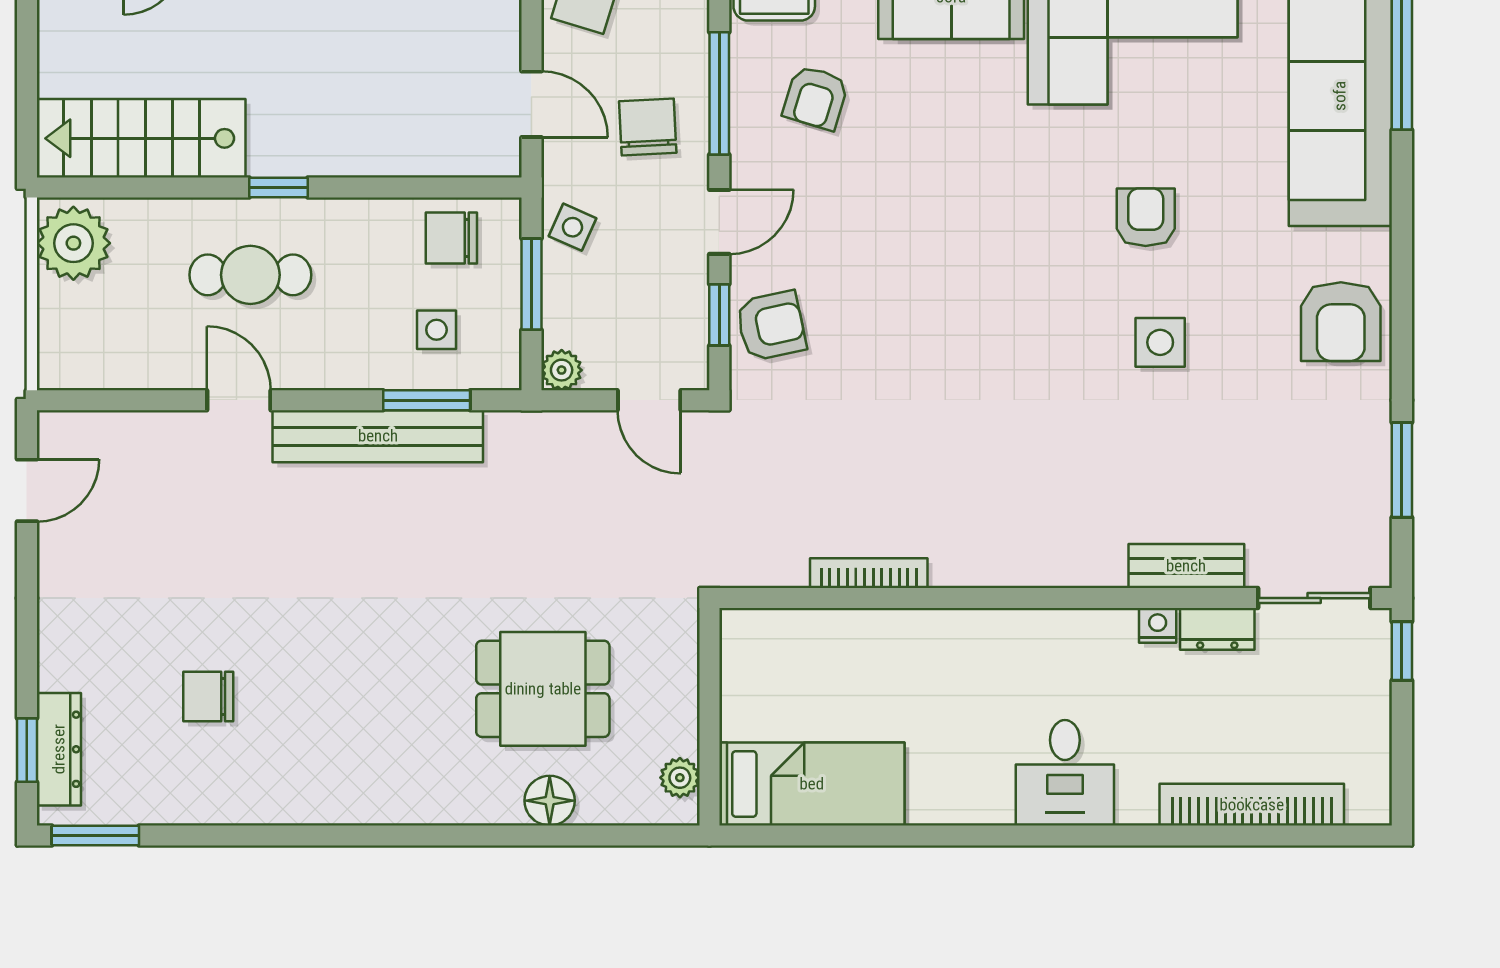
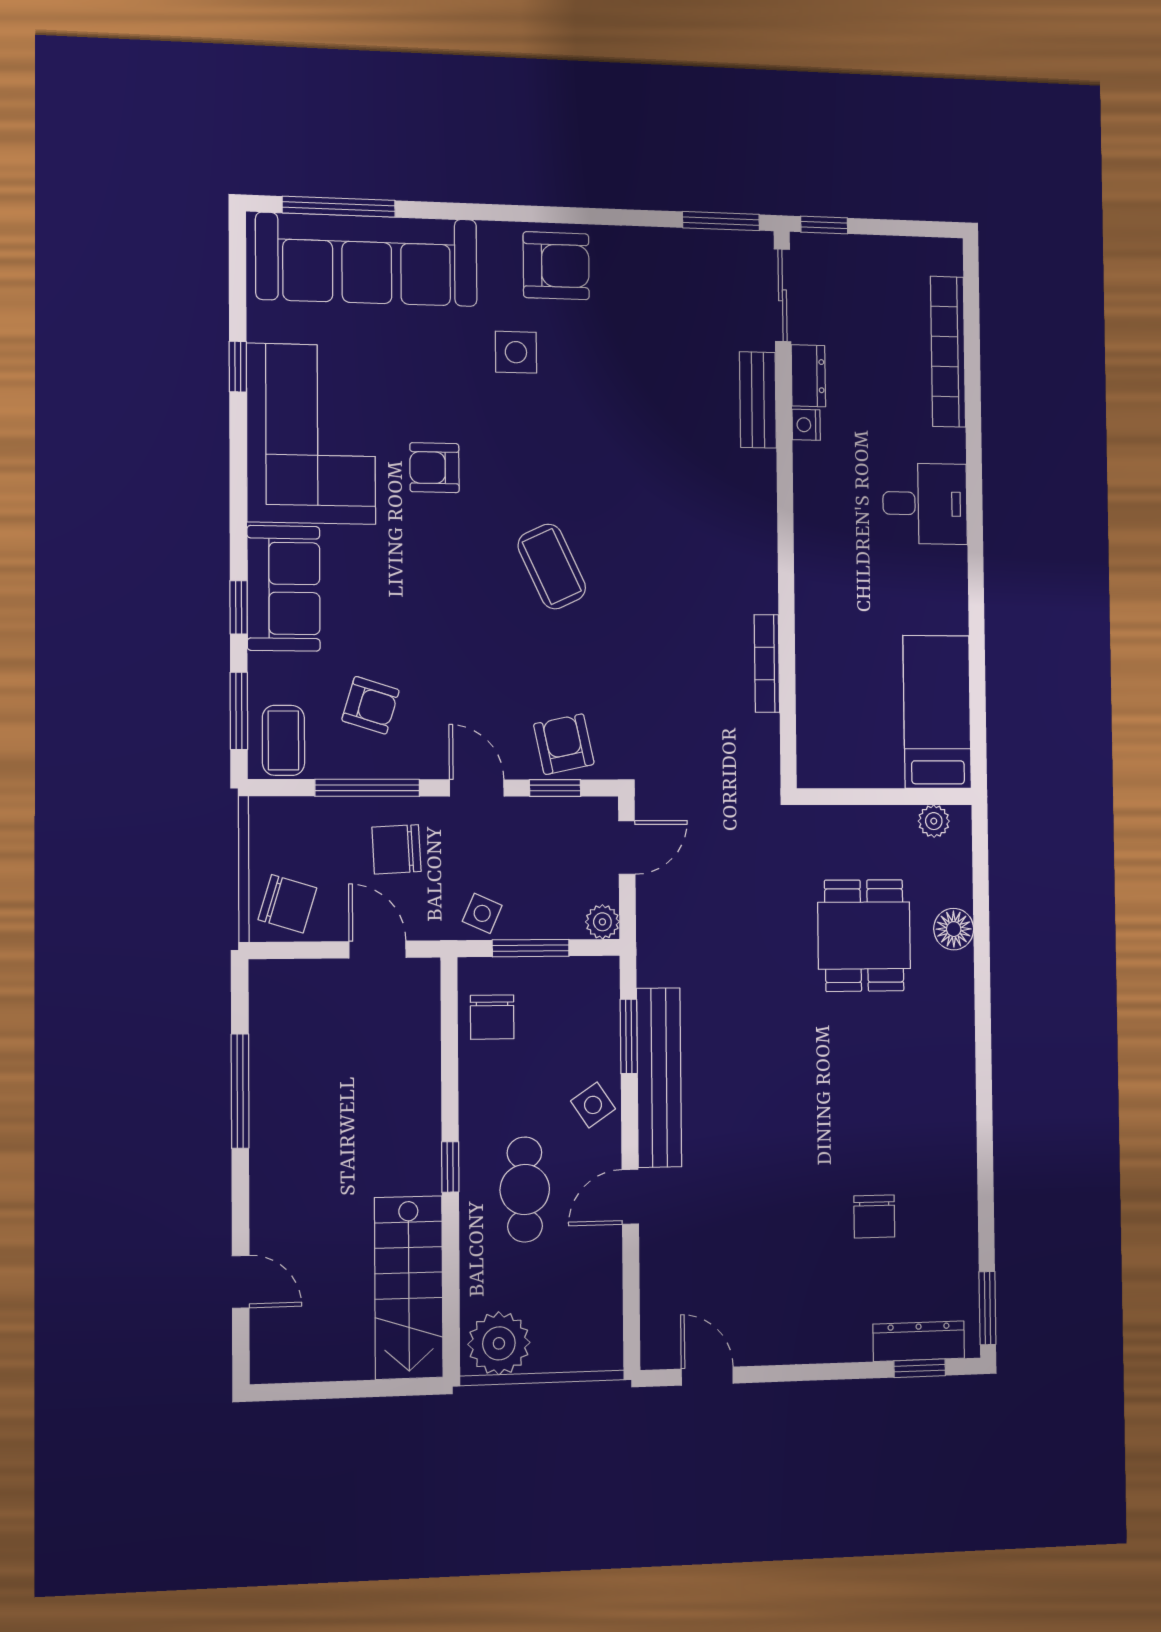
door: (531, 104) -> (378, 950), hinge flipped
armchair: (1146, 217) -> (434, 468), moved
coffee table: (981, 313) -> (552, 566), added
side table: (436, 330) -> (593, 1105), moved, turned -34
side table: (1160, 342) -> (516, 352), moved
window: (1402, 470) -> (721, 221), moved

